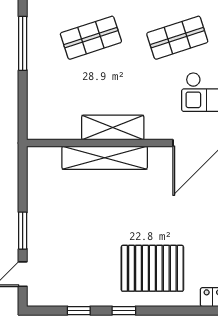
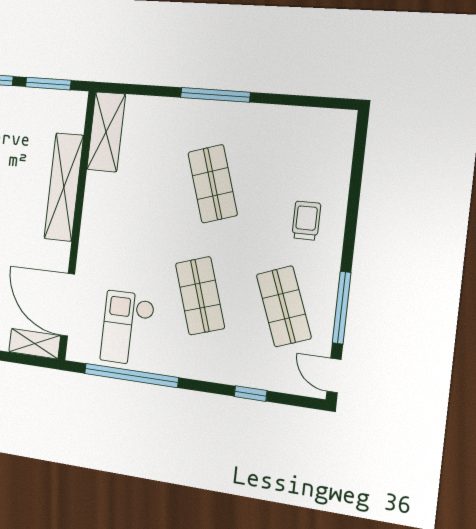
shelving: (113, 128) -> (106, 132), moved
window: (23, 181) -> (48, 84), added

